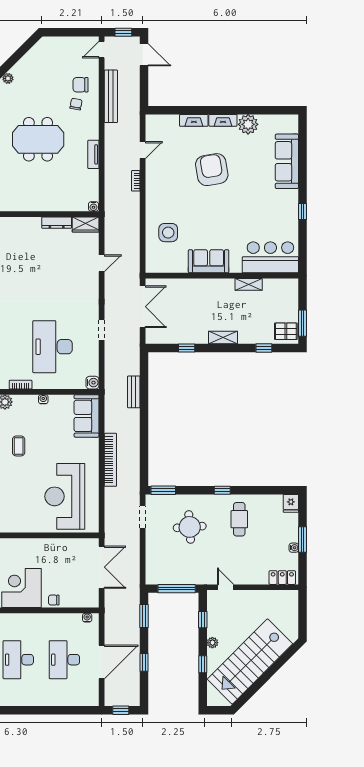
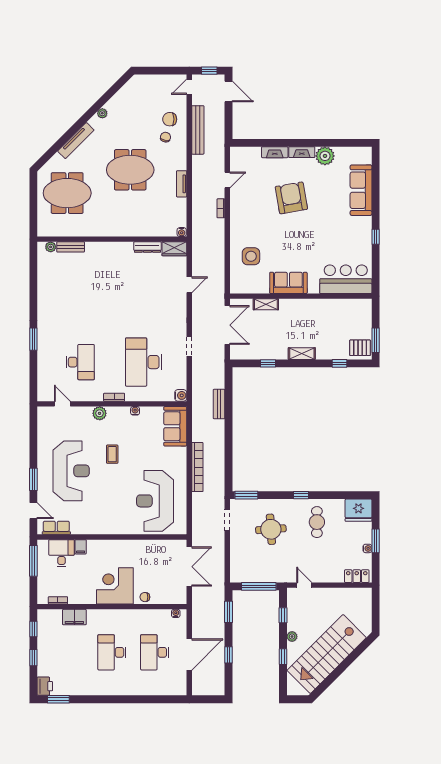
shelving: (249, 284) -> (266, 304), moved
fridge: (291, 503) -> (358, 510), width x1.88, depth x1.34
window: (121, 710) -> (207, 699), removed

